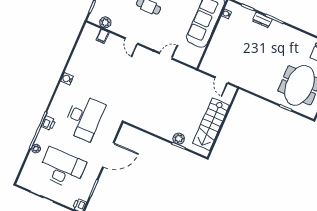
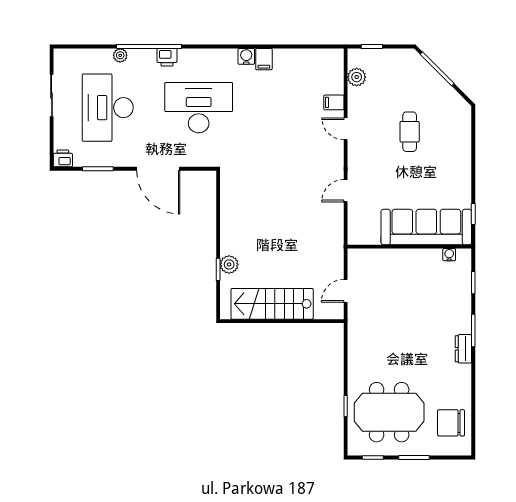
dresser: (262, 20) -> (463, 349), moved
filing cabinet: (103, 36) -> (334, 102), moved
door: (131, 41) -> (346, 129), hinge flipped
door: (166, 56) -> (346, 191), swing flipped
filing cabinet: (73, 70) -> (264, 59), added
desk: (84, 118) -> (199, 108), turned 180
desk: (62, 168) -> (108, 108), turned 180

